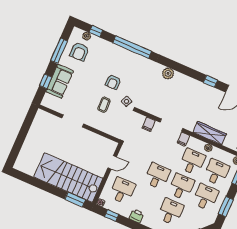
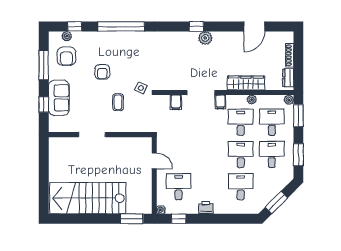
plant: (168, 73) -> (205, 38), moved
window: (211, 81) -> (196, 26), moved
armchair: (113, 82) -> (102, 72), moved
door: (112, 162) -> (154, 161), hinge flipped
desk: (157, 176) -> (210, 154), removed
stairs: (68, 178) -> (88, 198), moved

